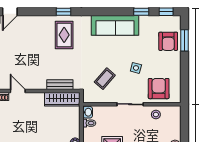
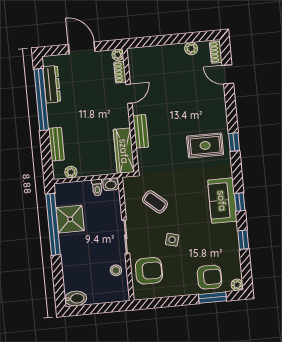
window: (166, 12) -> (240, 202), moved
plant: (176, 20) -> (237, 285), added
sofa: (115, 25) -> (222, 201), width x0.73
armchair: (168, 41) -> (209, 277), turned 180
bench: (60, 85) -> (141, 131), moved

